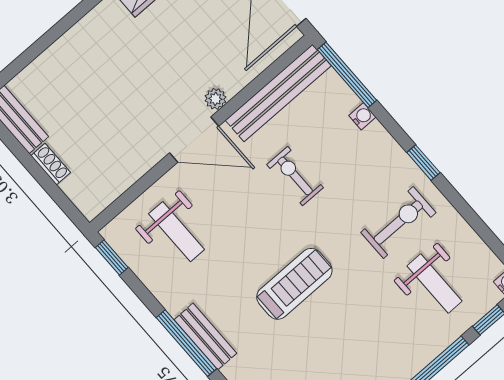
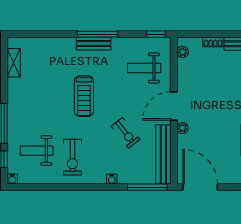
water cooler: (362, 116) -> (112, 179), moved
window: (423, 163) -> (87, 187), removed
exercise bike: (295, 176) -> (126, 133), turned 52
plant: (104, 196) -> (183, 52), added

